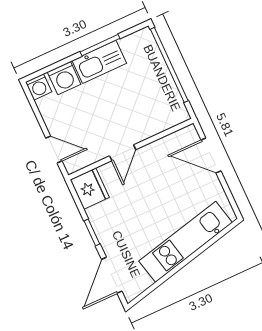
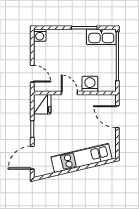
kitchen sink: (99, 62) -> (101, 37), moved
washing machine: (64, 78) -> (90, 84), moved, turned 180
door: (123, 153) -> (69, 93), swing flipped

